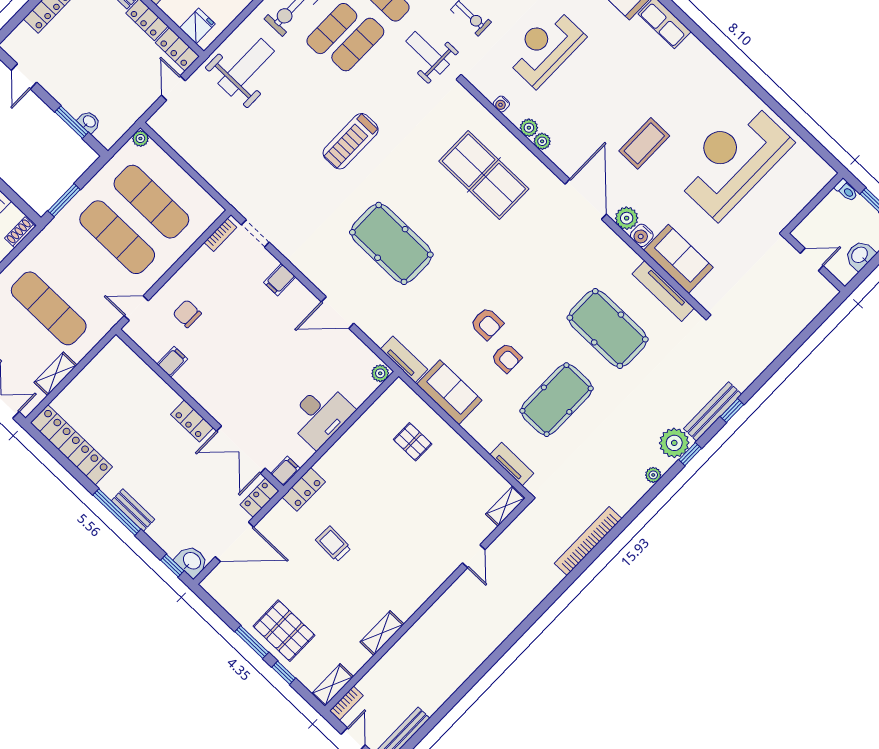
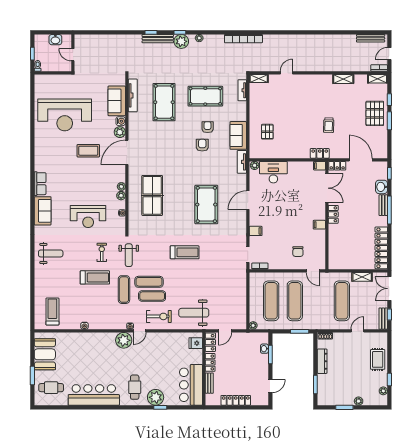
door: (338, 313) -> (248, 200), swing flipped
filing cabinet: (172, 362) -> (319, 225), moved
desk: (320, 415) -> (273, 172), moved
washbasin: (191, 561) -> (382, 187), moved

